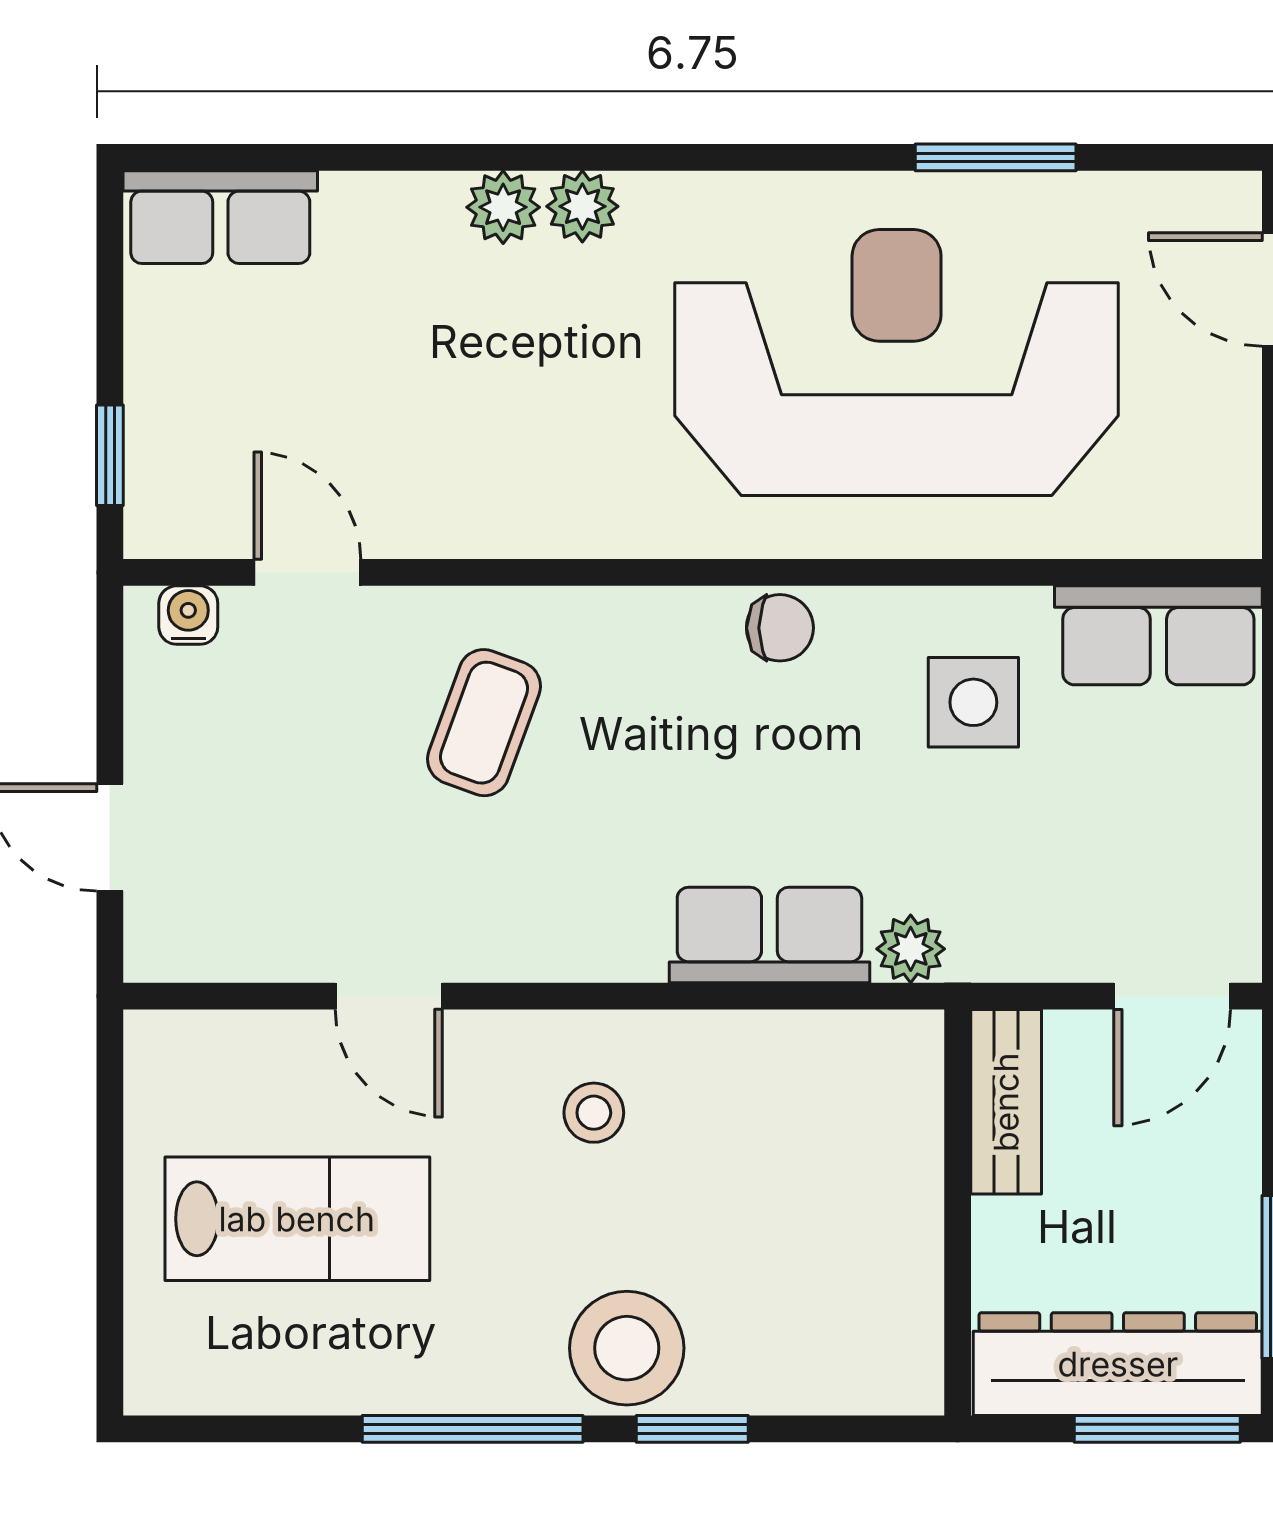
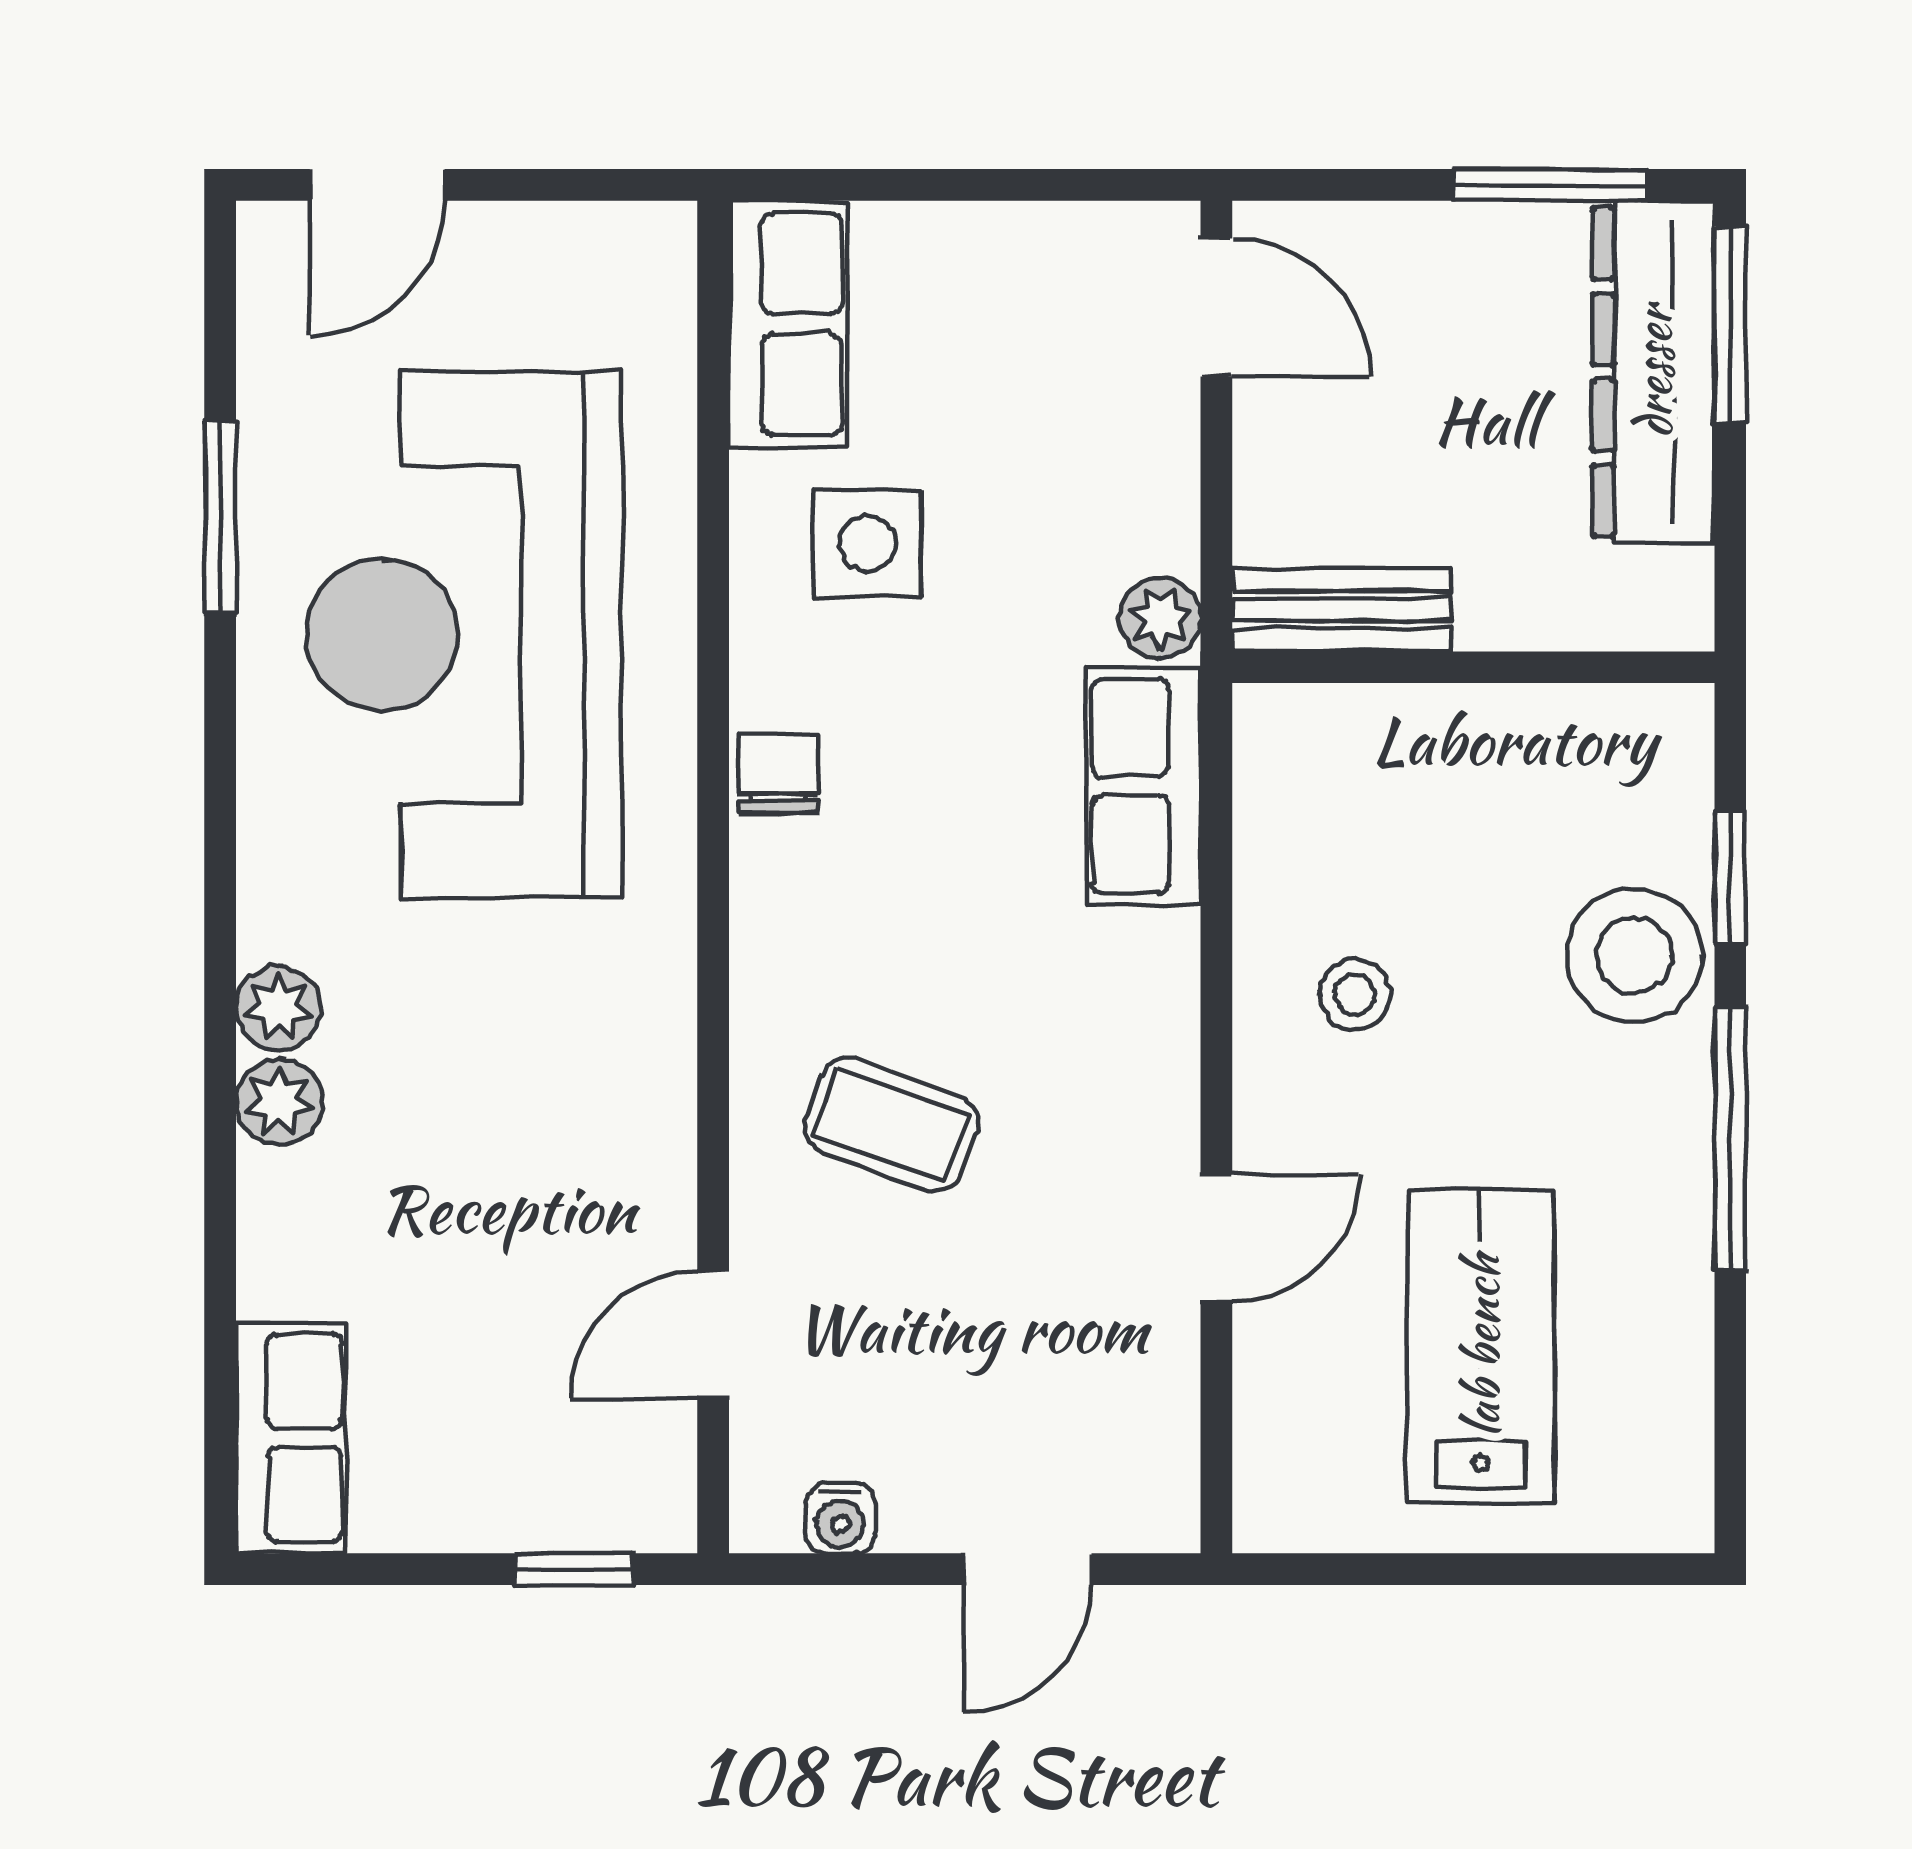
water cooler: (188, 615) -> (841, 1518), moved, turned -90
bench: (1006, 1102) -> (1342, 610), moved
wall: (958, 1213) -> (1473, 667), moved

